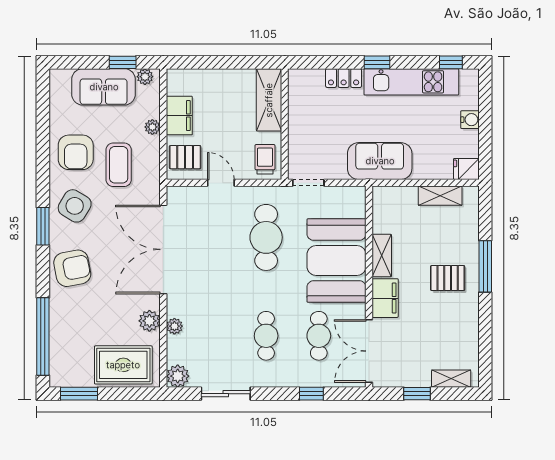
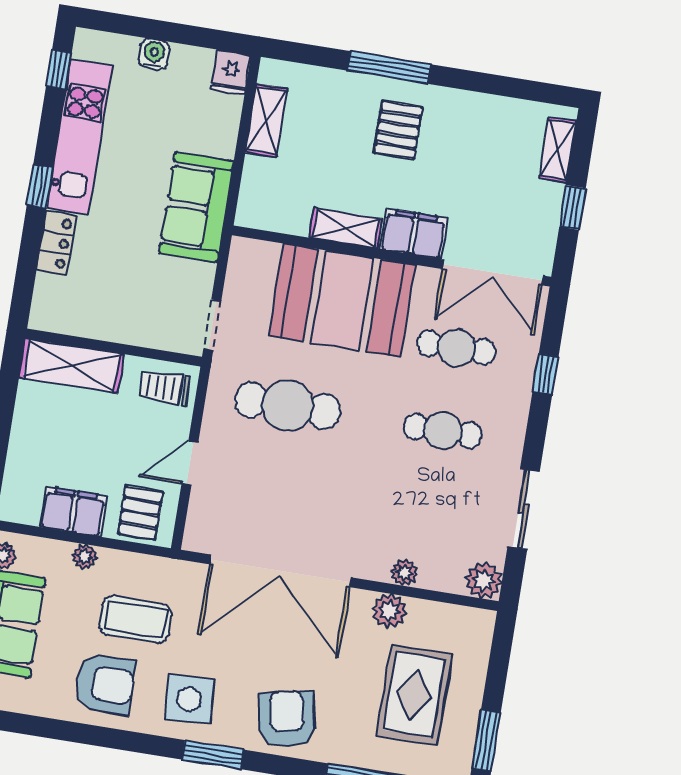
side table: (75, 206) -> (189, 699), turned -35
rug: (123, 365) -> (414, 695), moved

